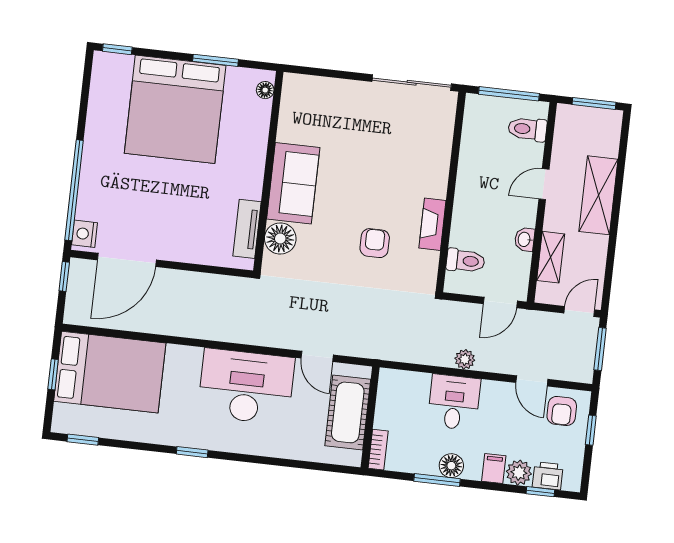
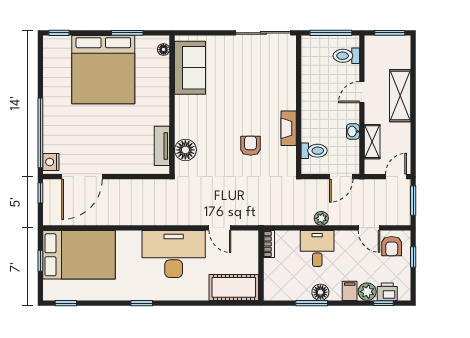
sofa: (293, 183) -> (190, 68), moved
cot: (348, 412) -> (234, 287), moved, turned 90
bookcase: (378, 450) -> (269, 244), moved

